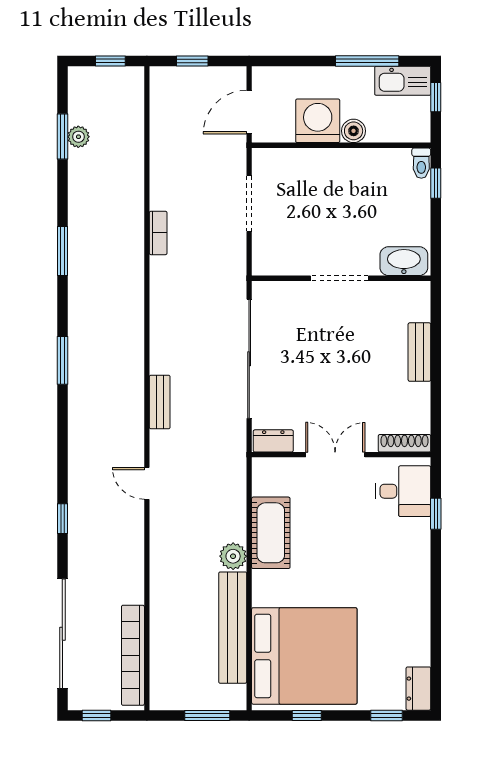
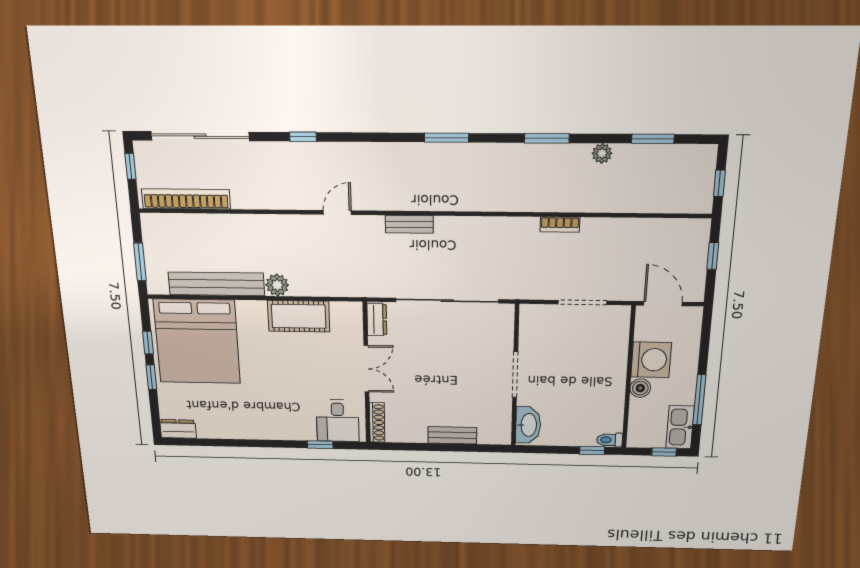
plant: (78, 137) -> (602, 153), moved
window: (386, 715) -> (151, 377), moved

